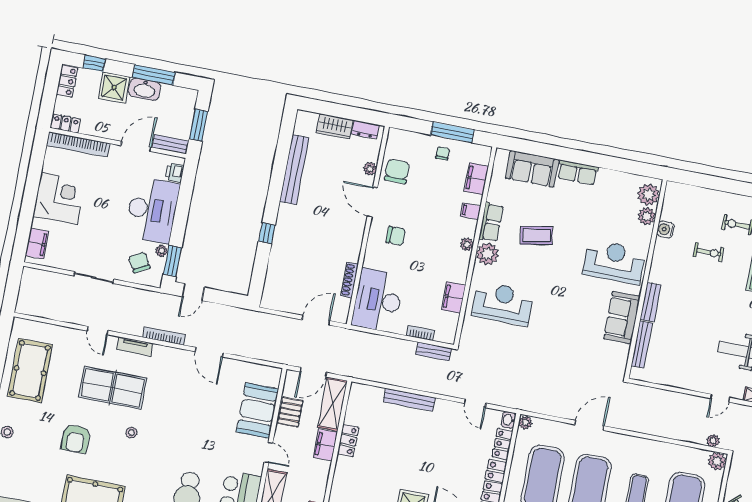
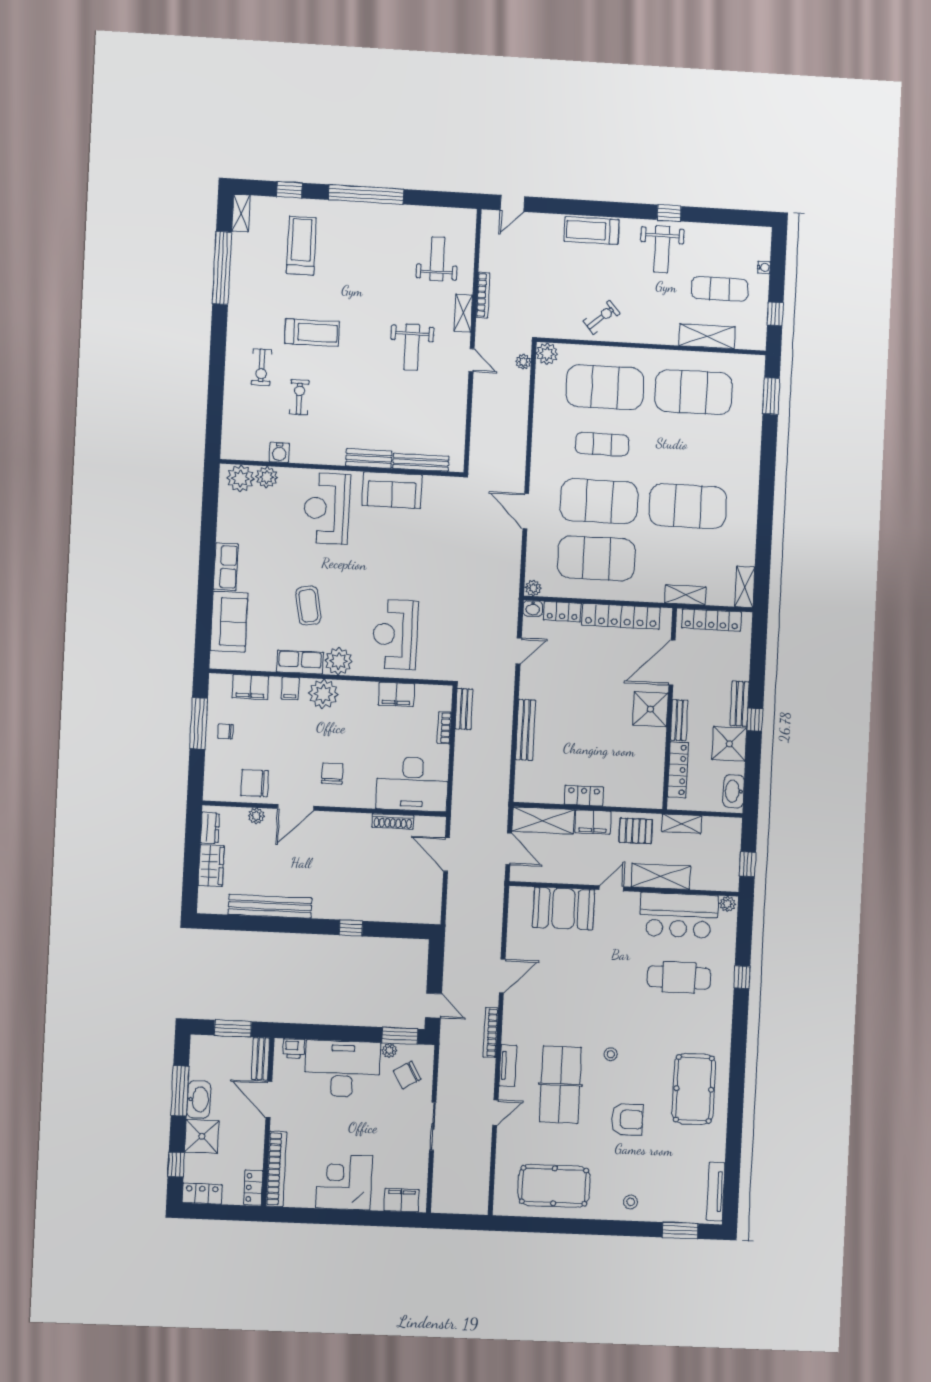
plant: (467, 244) -> (323, 694), width x1.87, depth x1.87
pallet: (290, 412) -> (636, 831), moved

